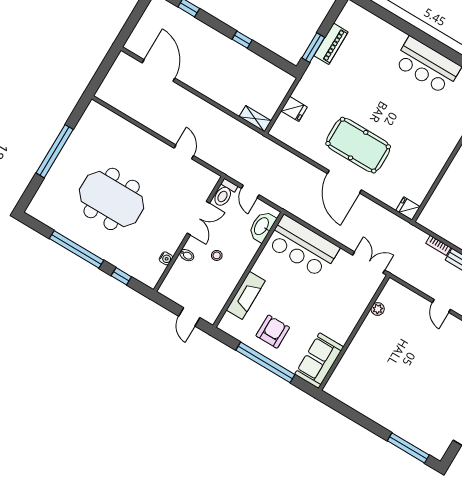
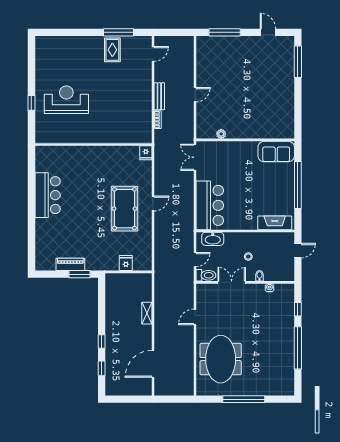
window: (242, 40) -> (102, 341), moved
shelving: (255, 119) -> (147, 313), moved
door: (344, 182) -> (153, 203), width x0.53
meeting table: (112, 199) -> (221, 359), moved
fireplace: (246, 295) -> (275, 223), moved
armchair: (273, 332) -> (275, 192), removed

